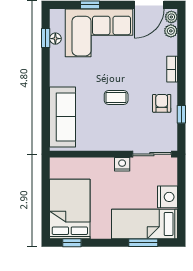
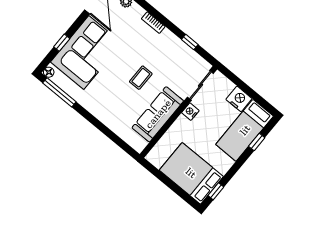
window: (46, 38) -> (59, 92), width x2.17
floor lamp: (55, 39) -> (49, 72), moved
armchair: (162, 103) -> (171, 49), removed
sofa: (62, 117) -> (158, 114), moved, turned -90
window: (143, 243) -> (257, 142), width x0.67

